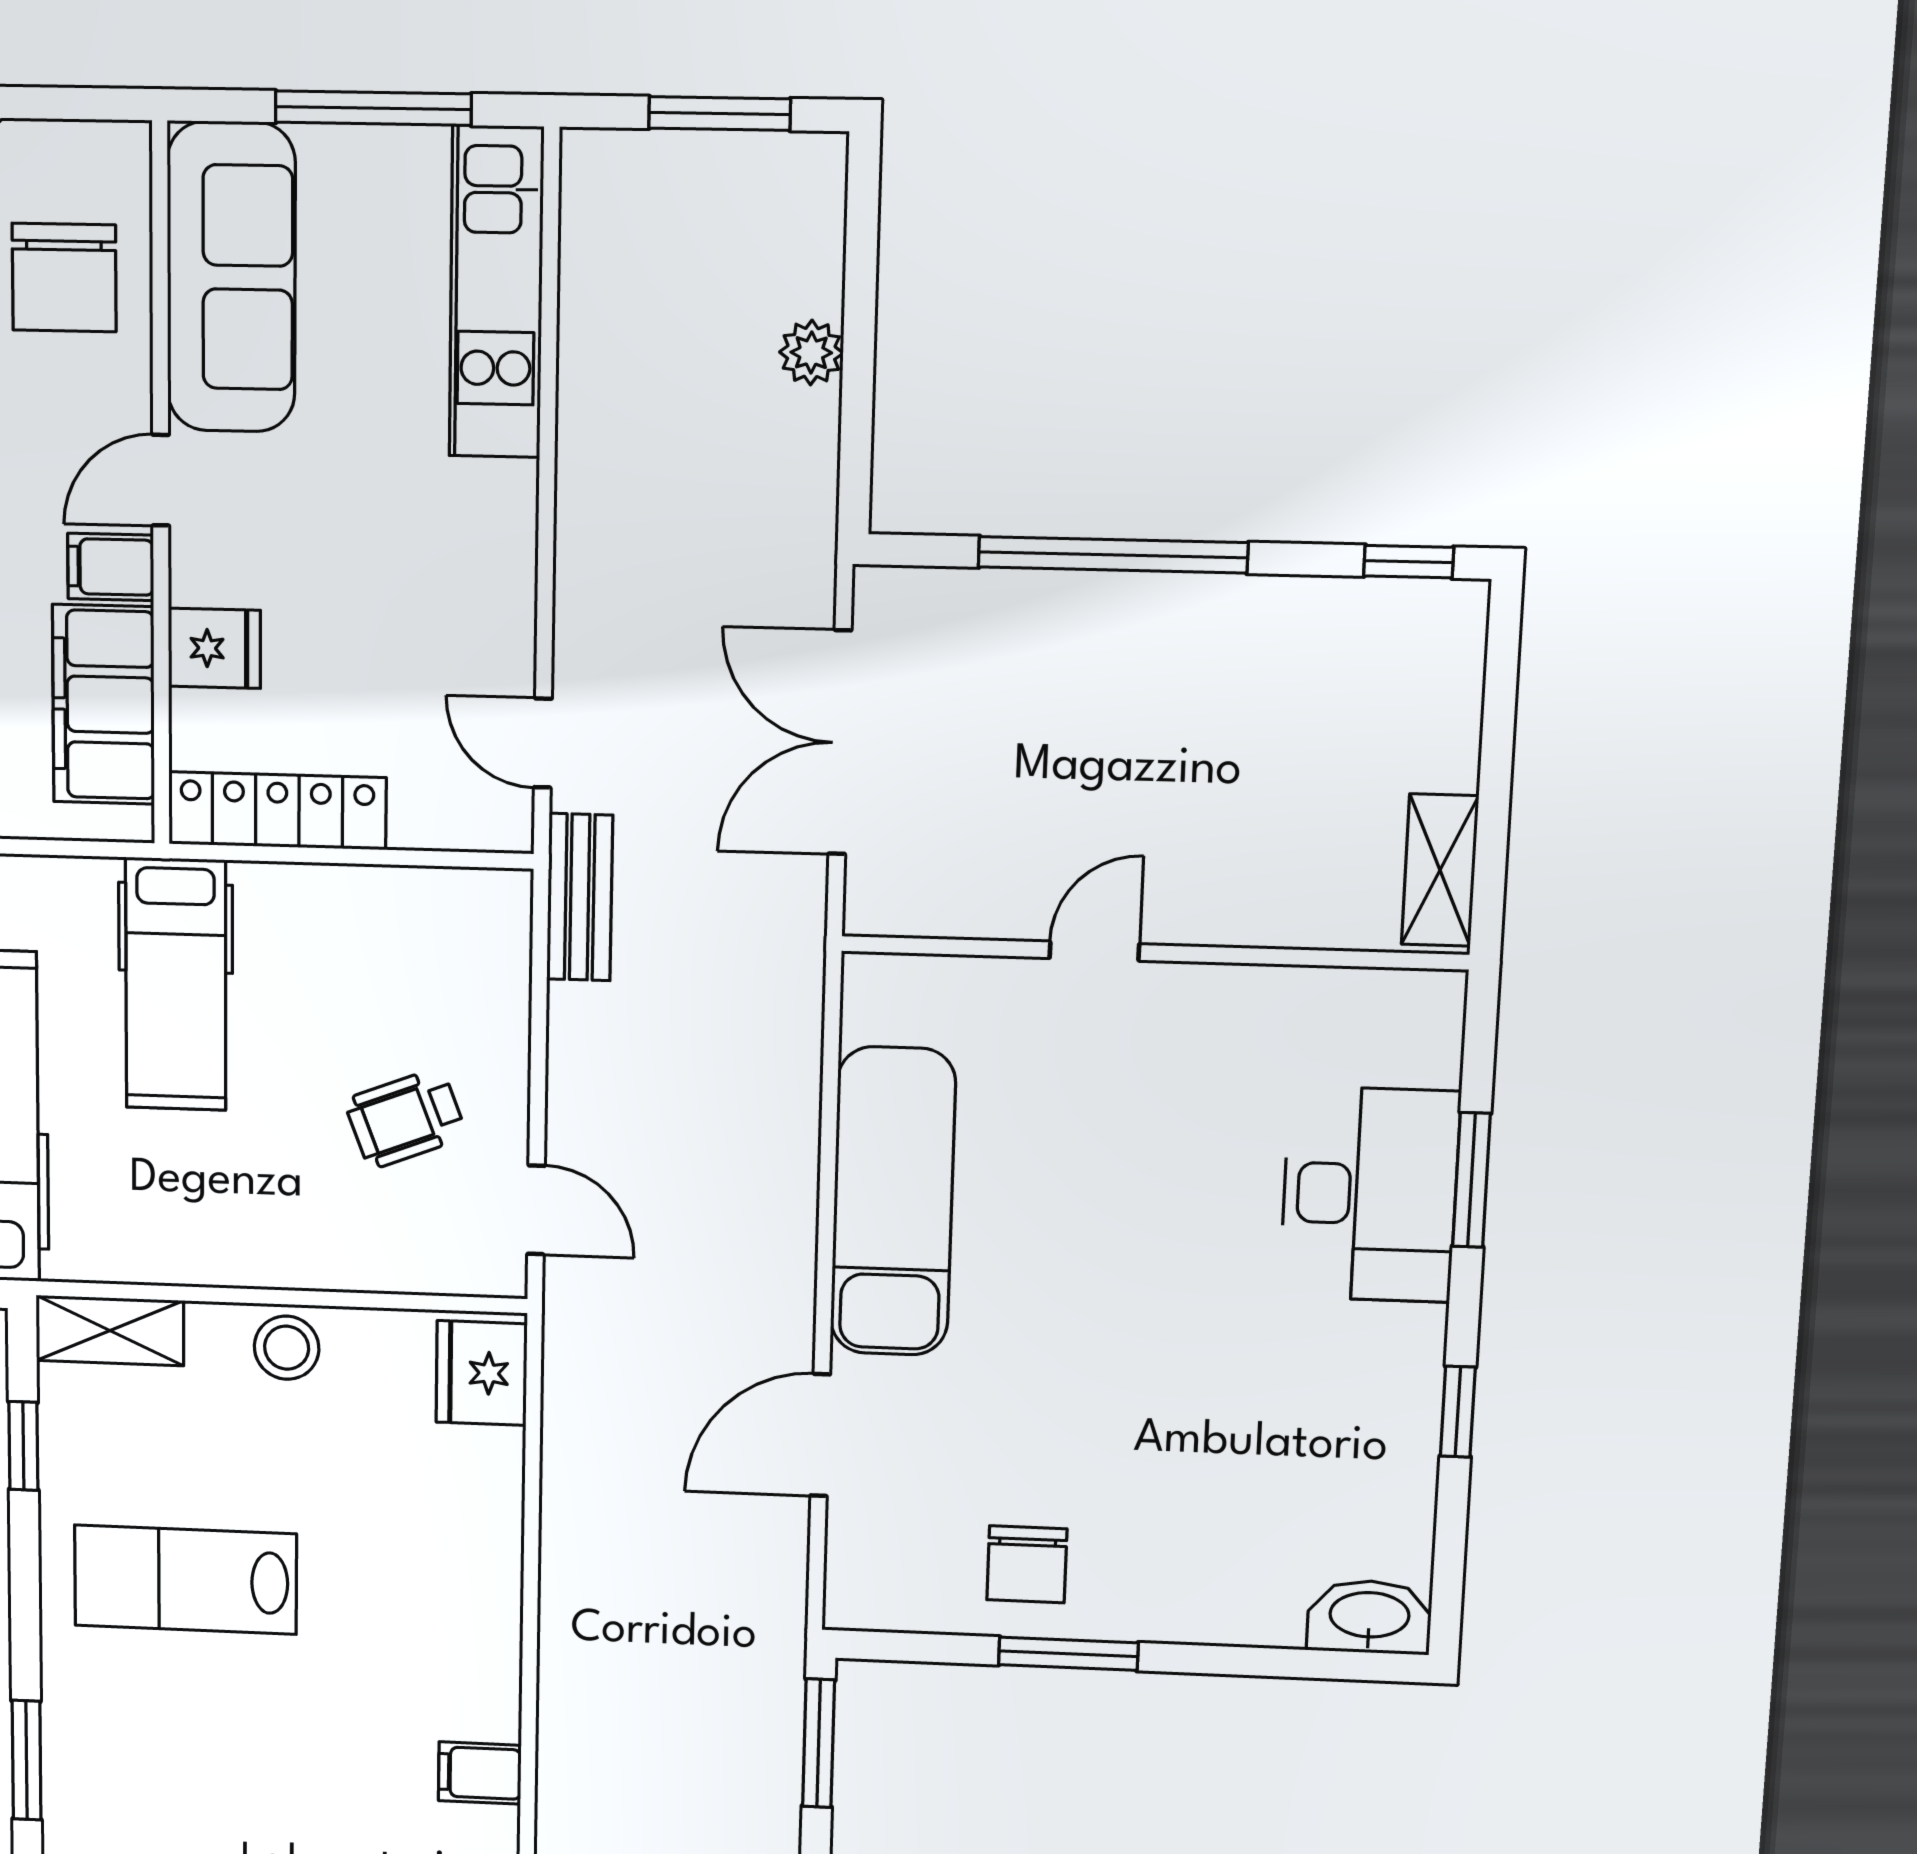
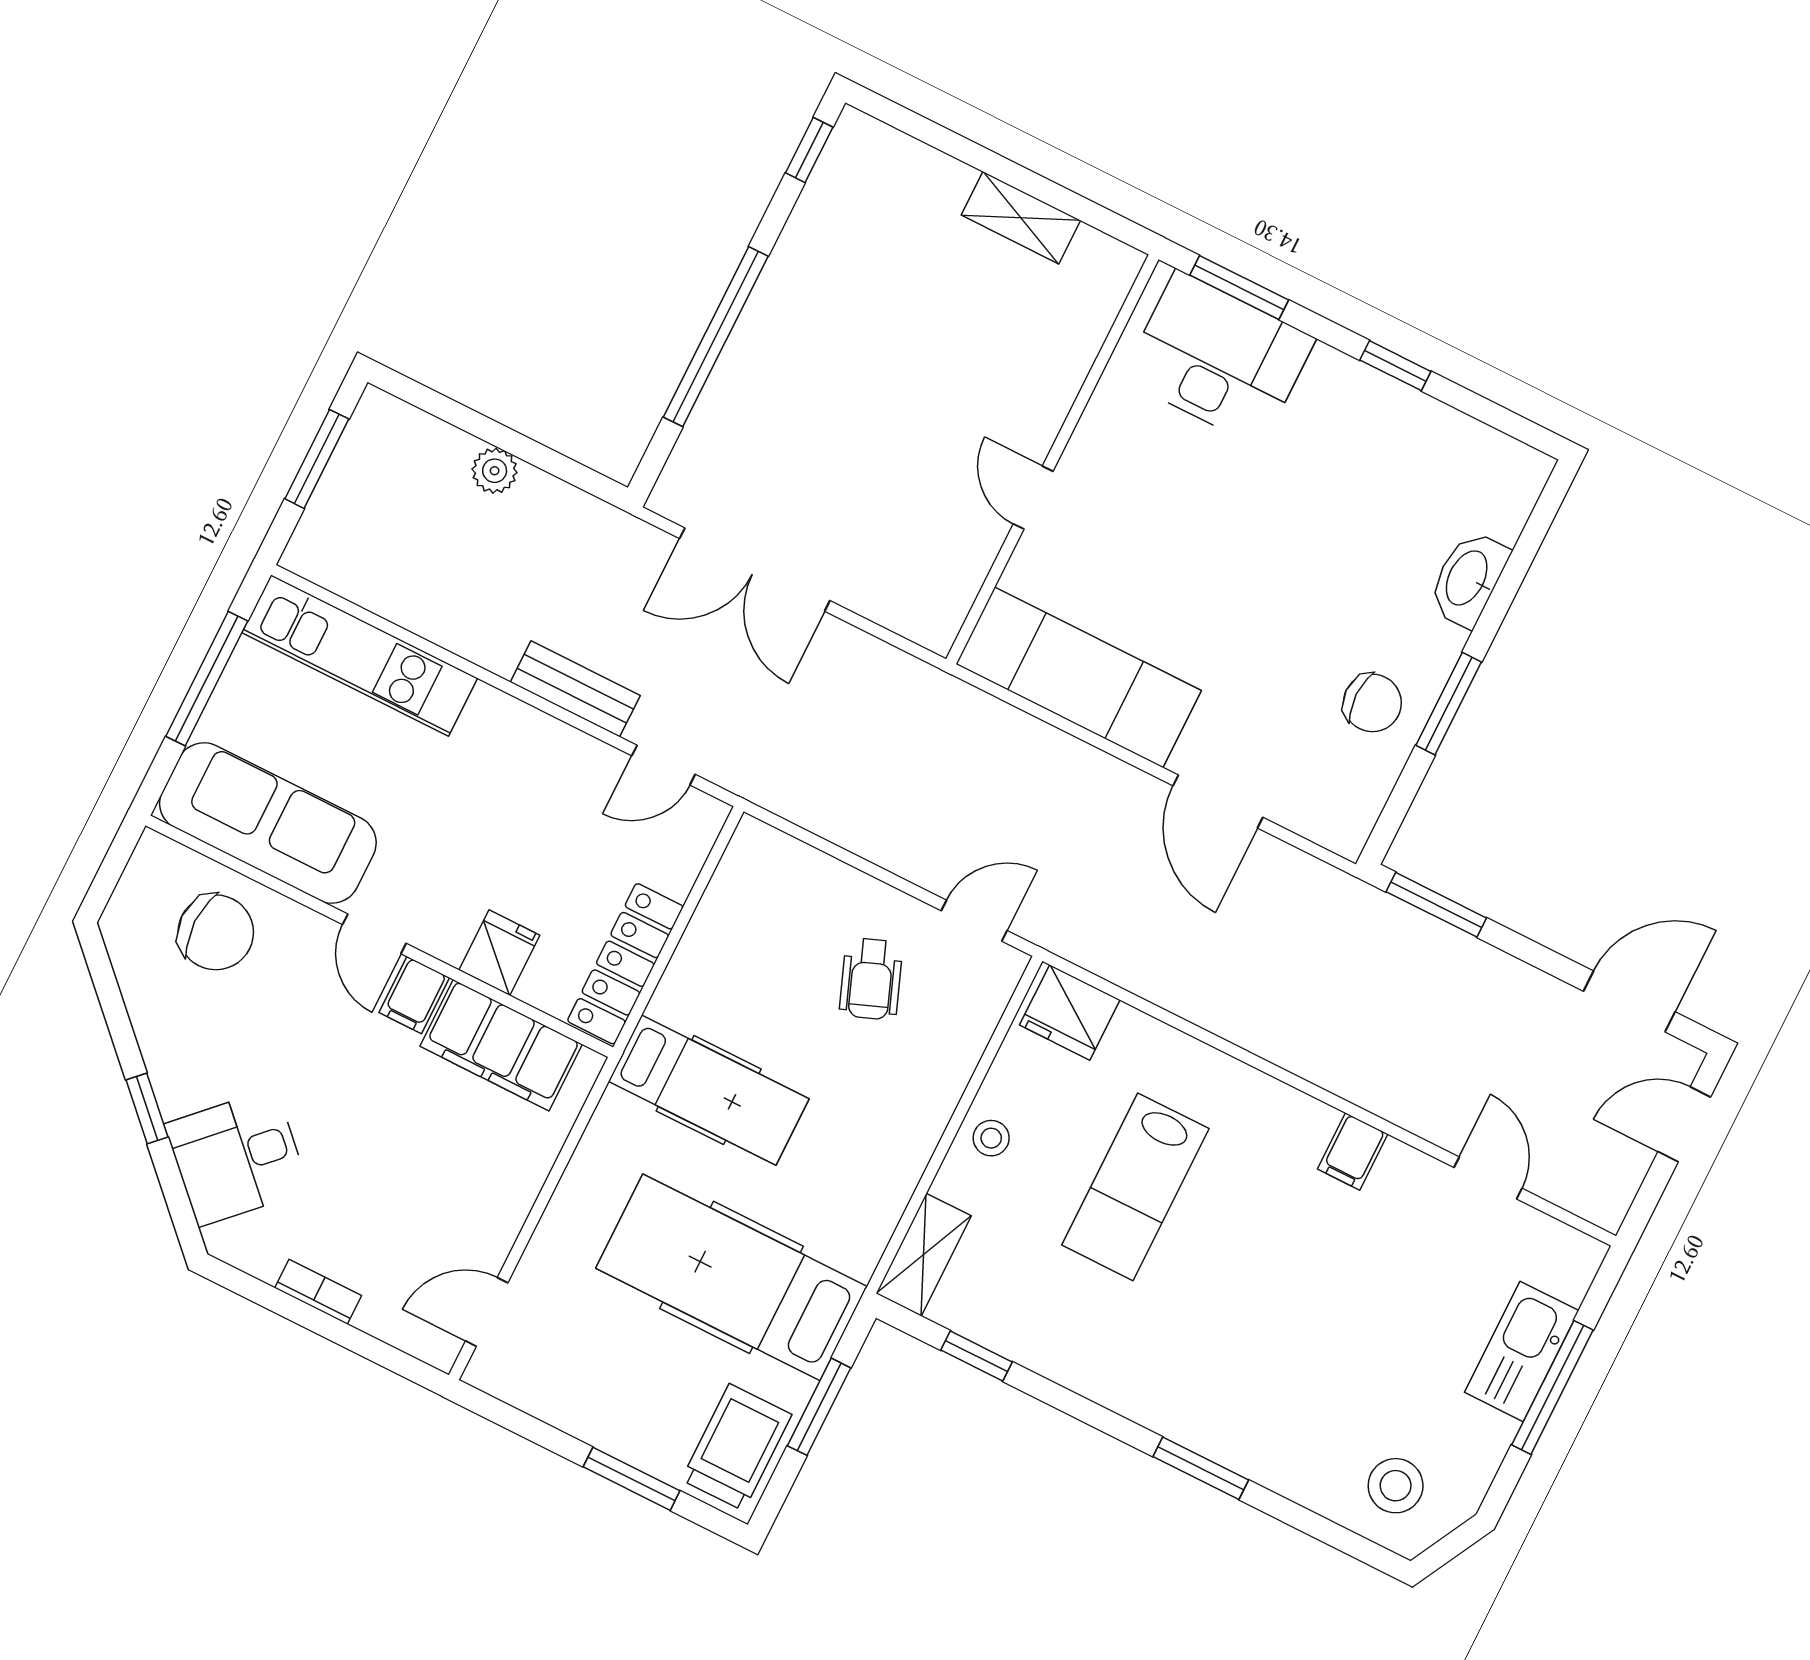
bench: (580, 897) -> (575, 689), moved
door: (1094, 951) -> (1033, 498), moved
wall: (1154, 953) -> (1052, 459), moved
stool: (287, 1348) -> (991, 1138), width x0.73, depth x0.73
lab bench: (185, 1580) -> (1135, 1187), moved
washbasin: (1369, 1617) -> (1468, 579), moved

